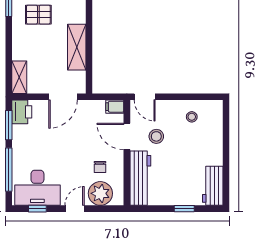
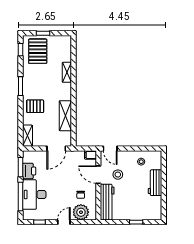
pallet: (38, 15) -> (35, 106), moved
printer: (22, 112) -> (29, 171), moved
workbench: (213, 186) -> (155, 183), moved
desk: (37, 188) -> (34, 195), moved, turned 90

